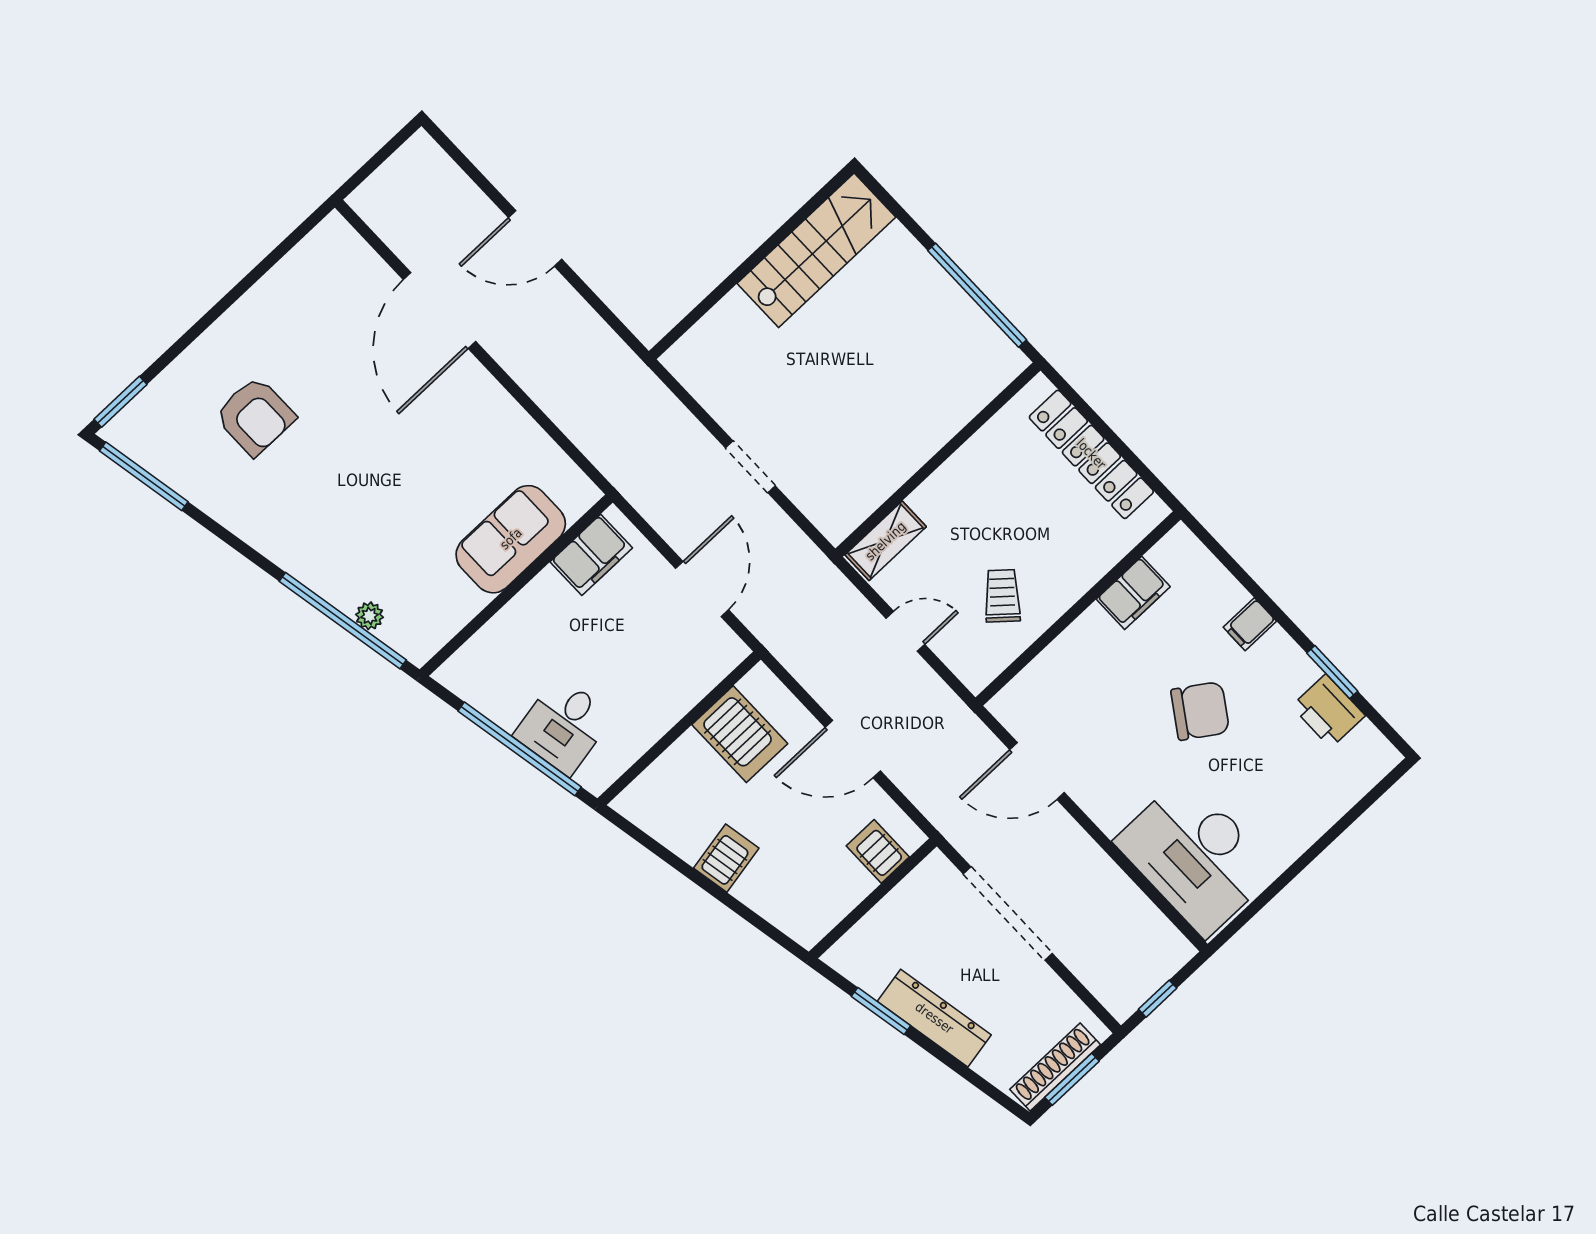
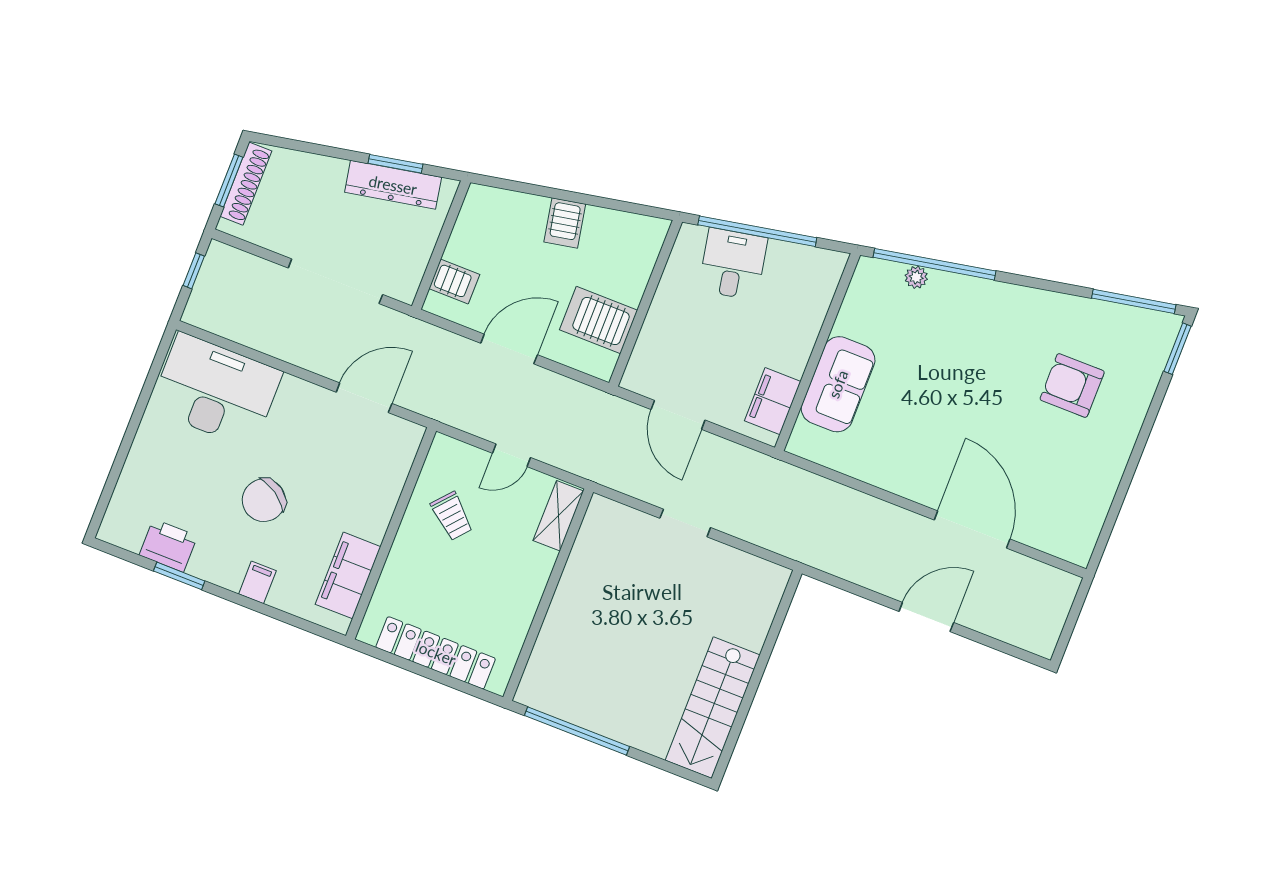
filing cabinet: (1133, 593) -> (348, 575), width x1.50, depth x1.17
dresser: (934, 1018) -> (393, 185), moved

